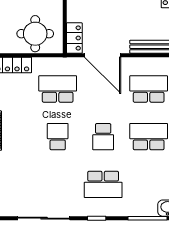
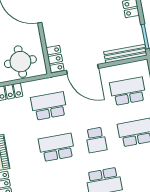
school desk: (58, 137) -> (57, 147), width x1.85

